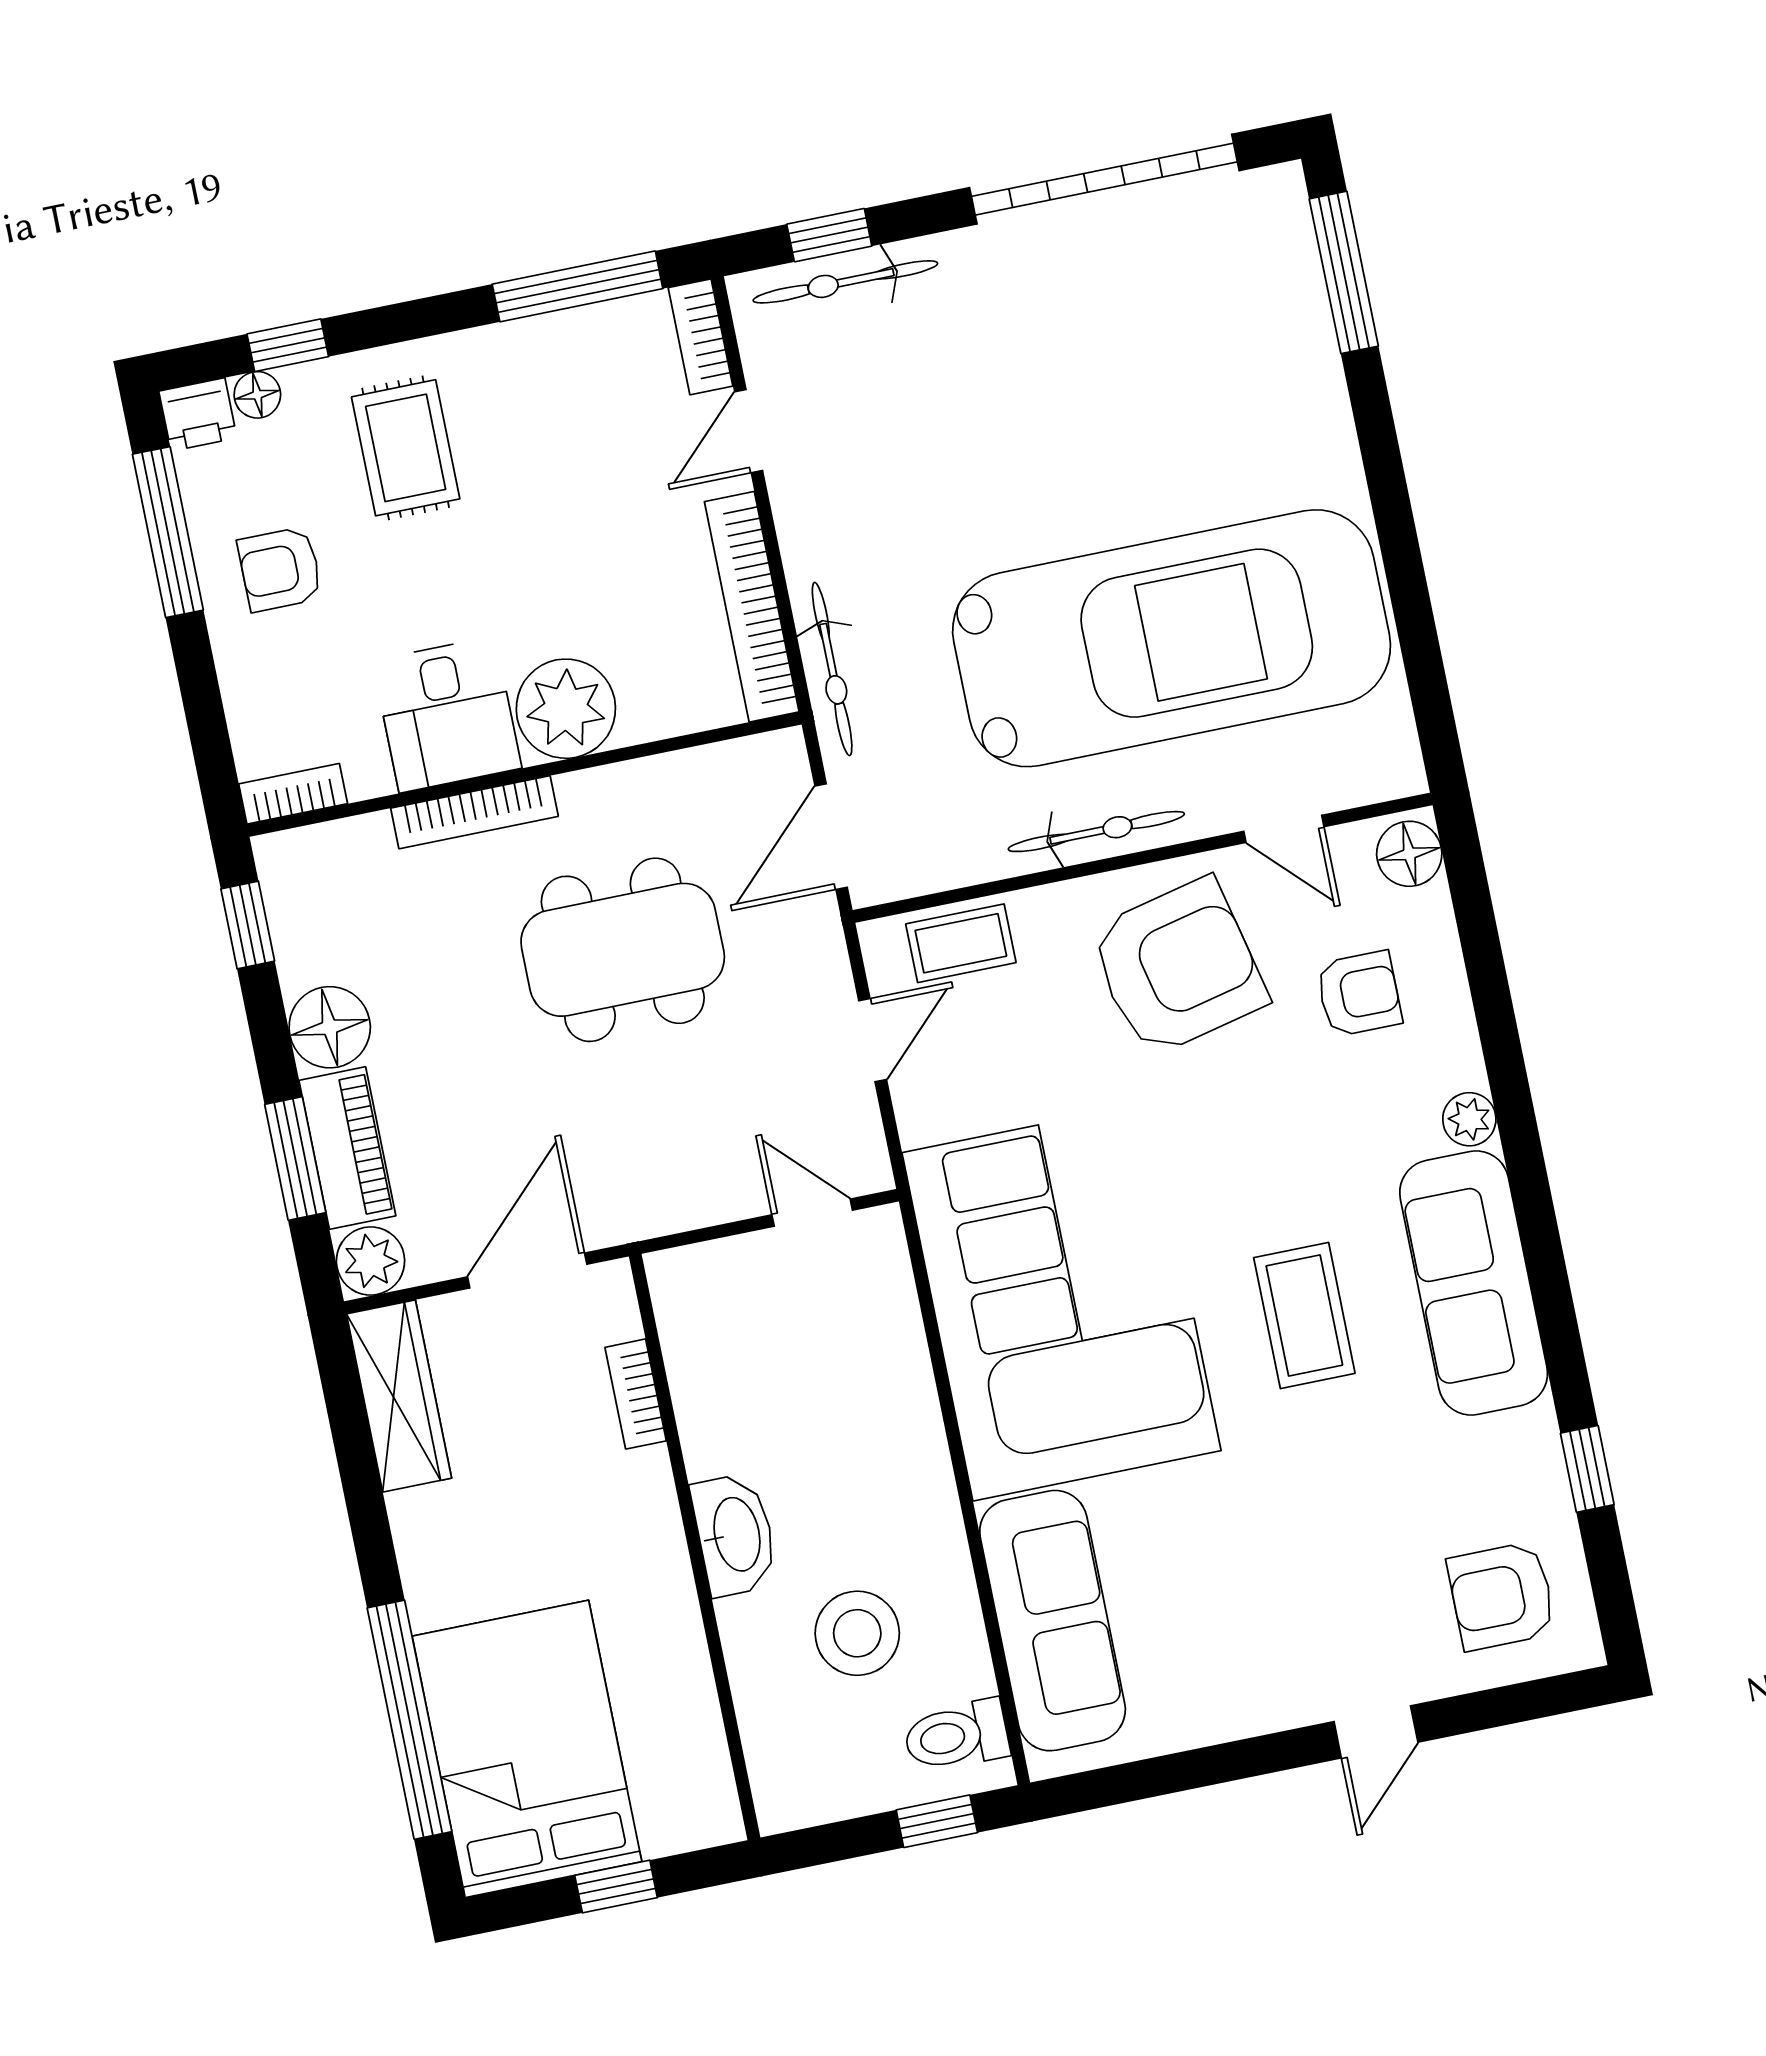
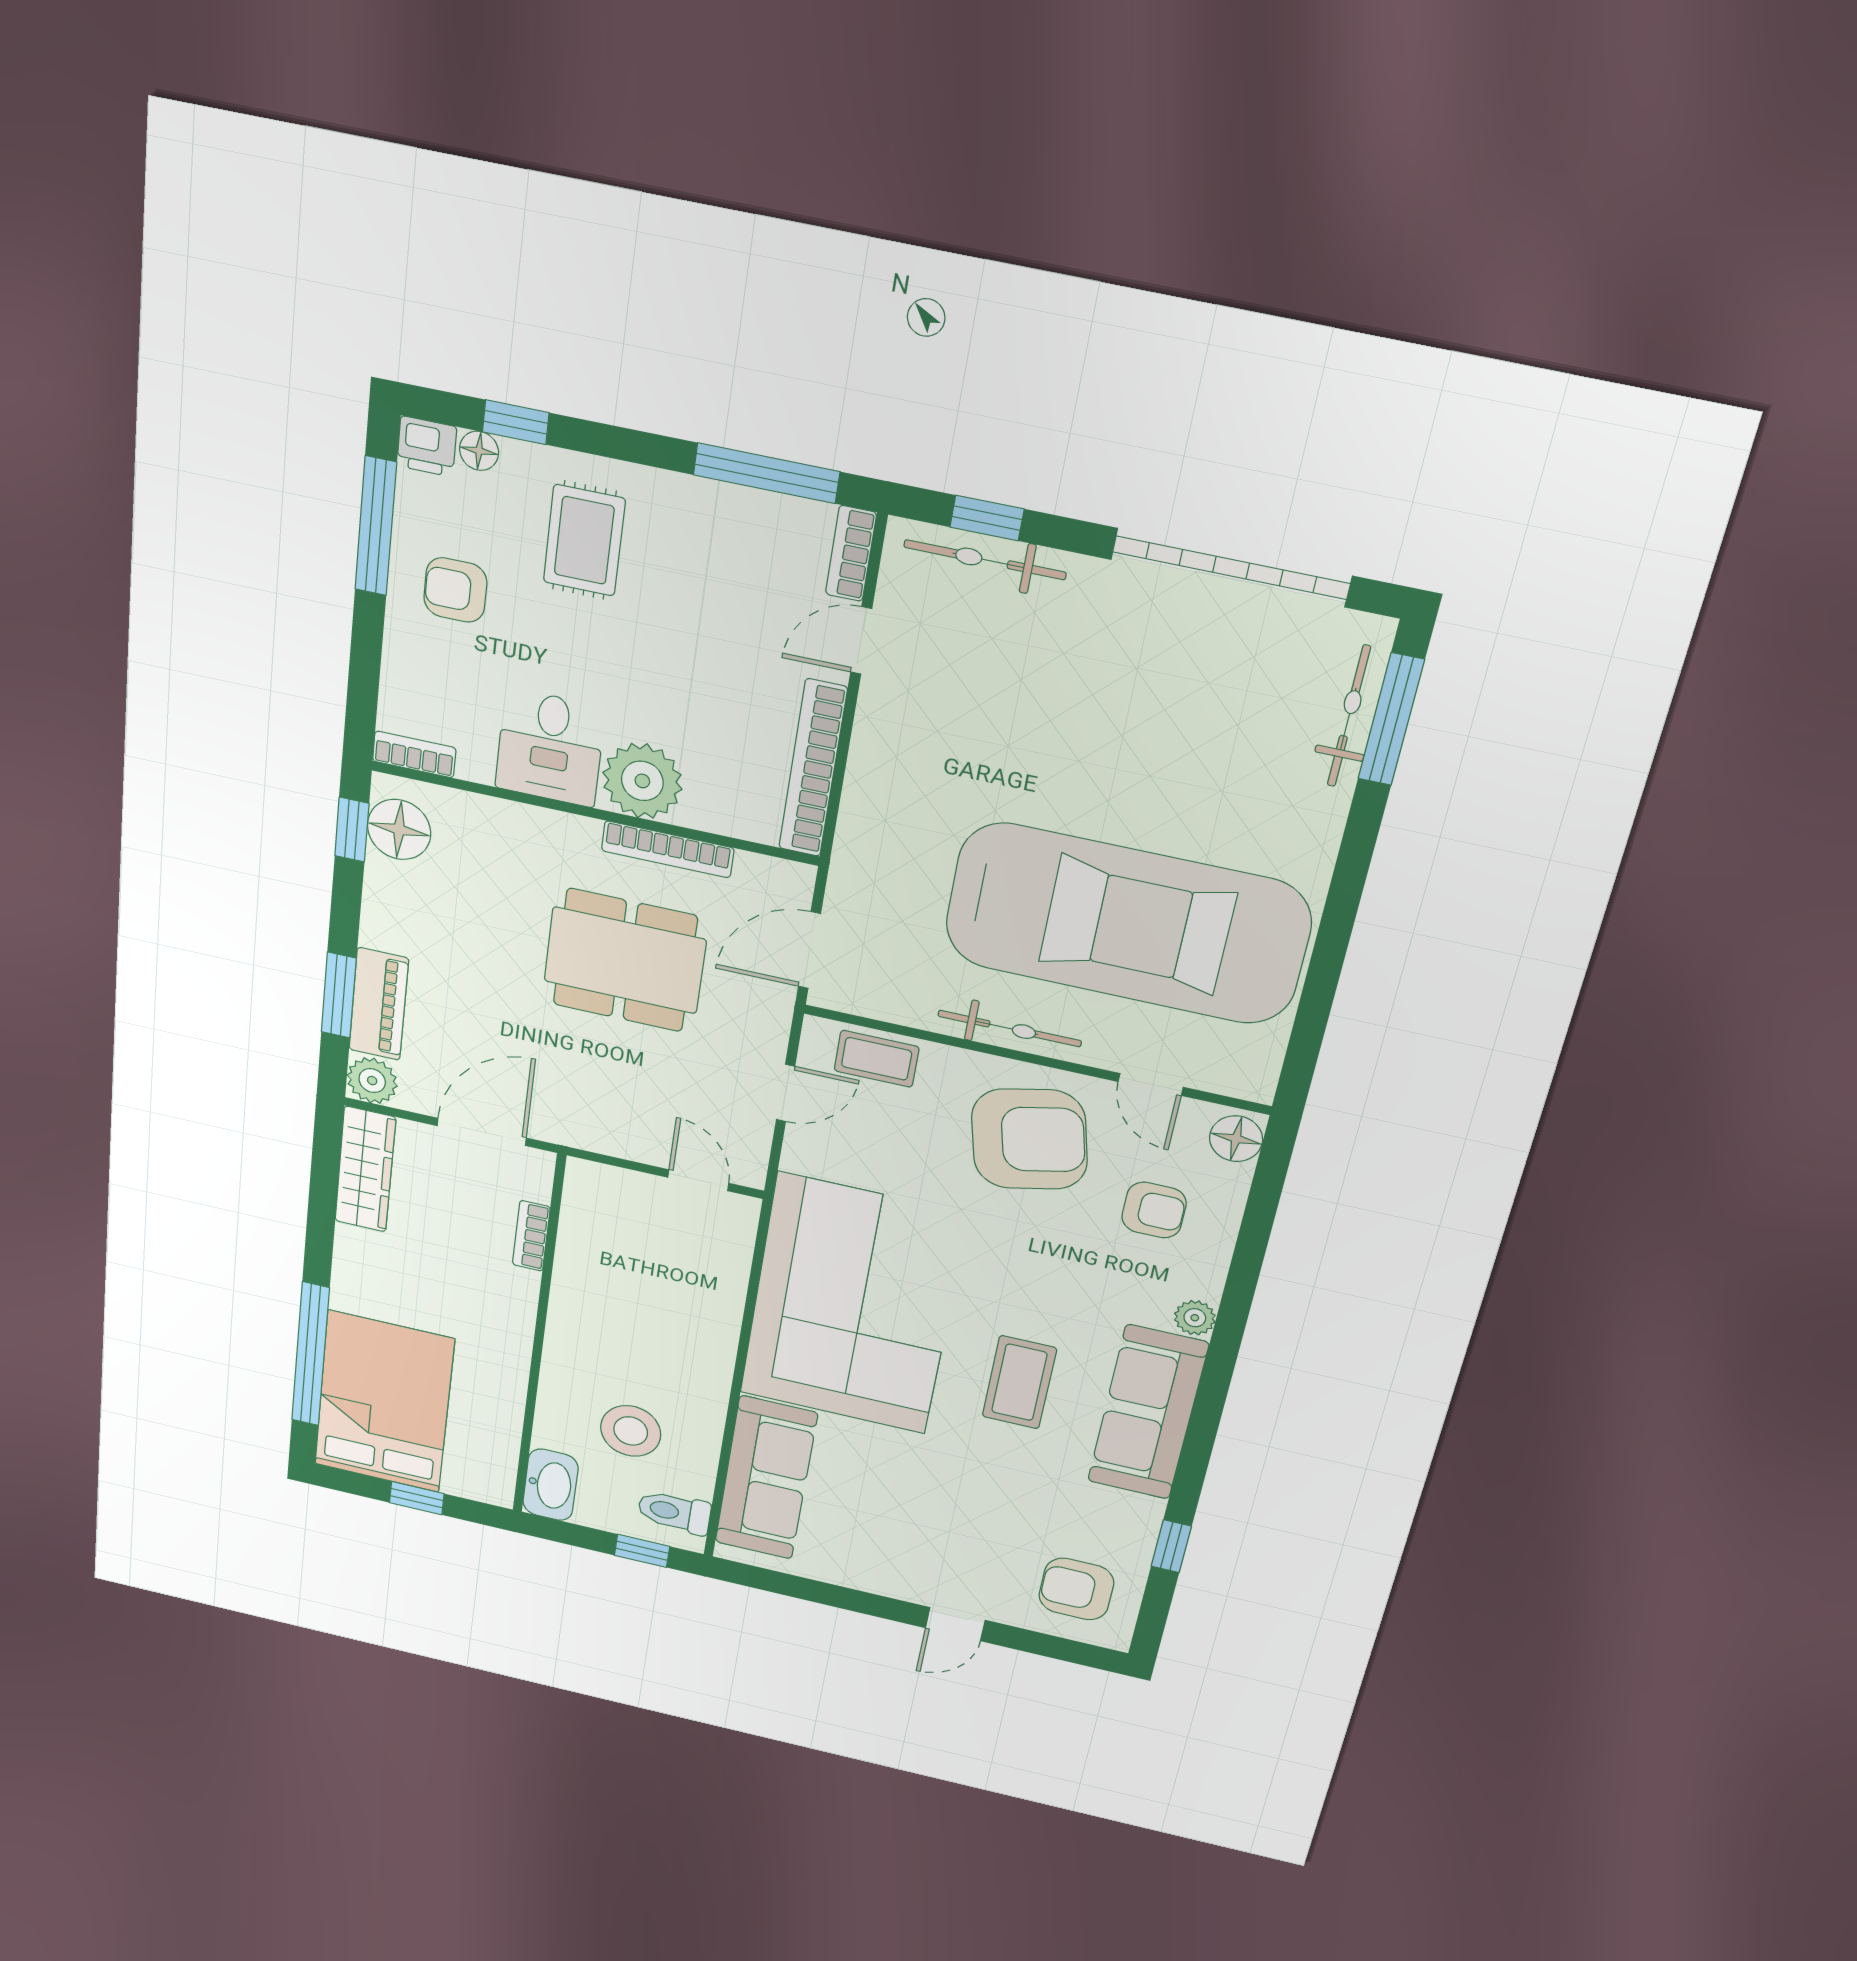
bicycle: (832, 669) -> (1349, 716), moved, turned 180
bookcase: (474, 812) -> (668, 849), moved
floor lamp: (330, 1027) -> (399, 829), moved
washbasin: (735, 1535) -> (551, 1485), moved

